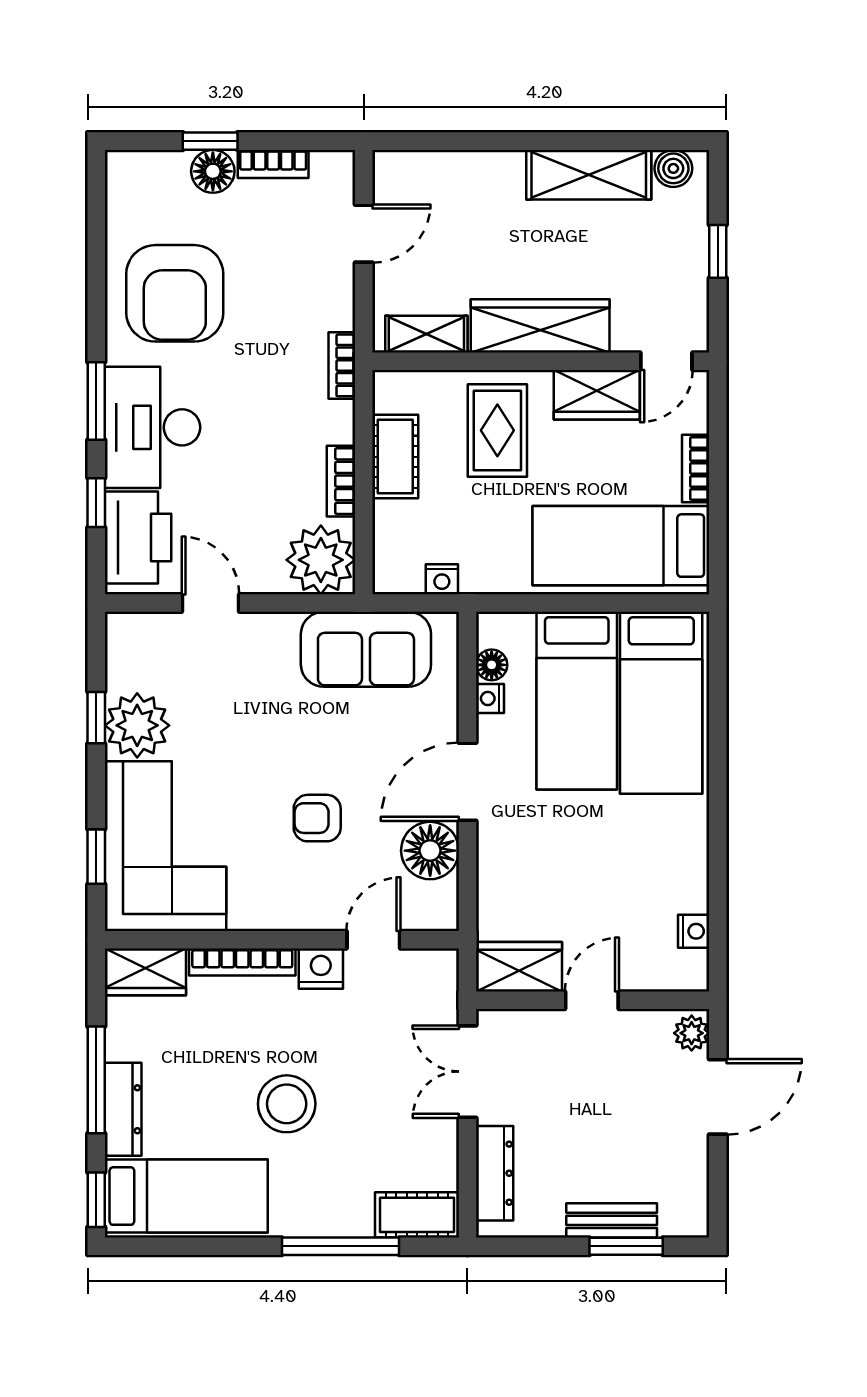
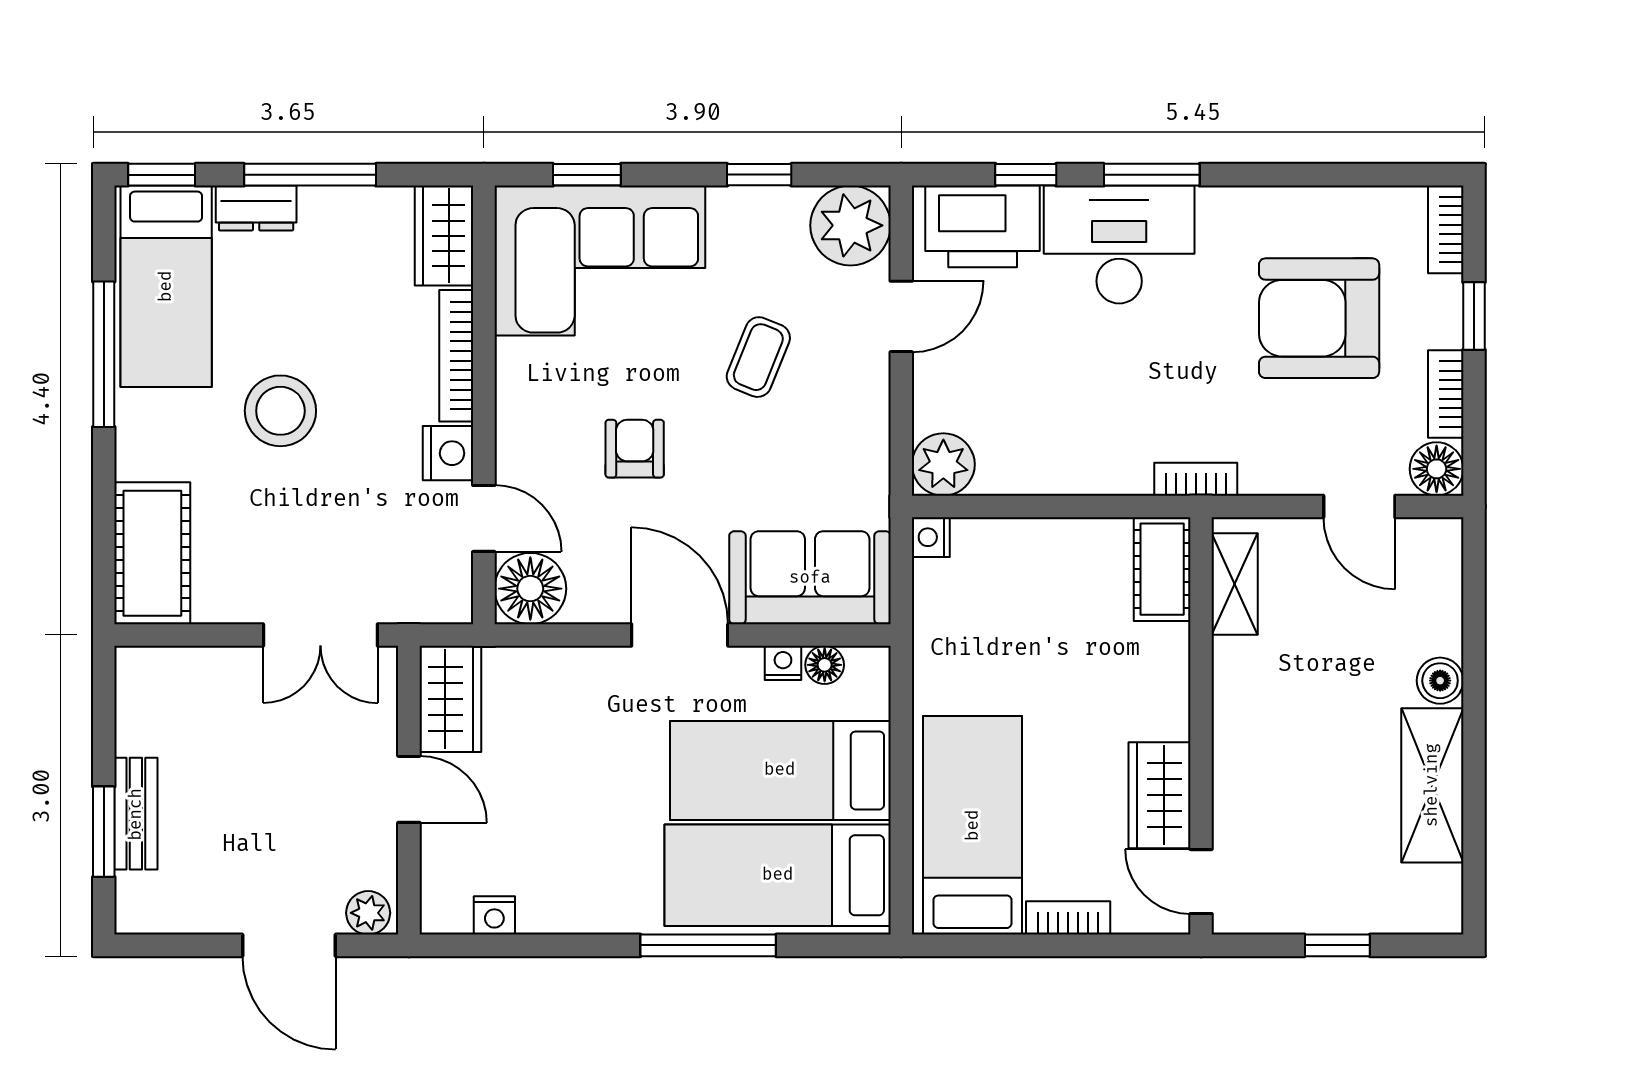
boiler: (673, 168) -> (1440, 681), moved
floor lamp: (213, 171) -> (1437, 469), moved
armchair: (175, 293) -> (1319, 318), moved
wardrobe: (540, 326) -> (1245, 725), removed
rug: (497, 430) -> (1115, 672), removed
cot: (395, 457) -> (1162, 569), moved, turned 90
bookcase: (341, 481) -> (1446, 229), moved, turned -90
plant: (321, 560) -> (943, 464), width x0.73, depth x0.73
nightstand: (442, 579) -> (931, 537), moved
sofa: (366, 649) -> (810, 578), moved, turned 90
coffee table: (243, 718) -> (758, 357), added
plant: (137, 725) -> (850, 225), moved
window: (718, 759) -> (708, 945), added
floor lamp: (430, 851) -> (530, 589), moved
double door: (467, 1072) -> (320, 635), swing flipped
dresser: (123, 1109) -> (256, 208), width x0.70
dresser: (495, 1173) -> (194, 669), removed
cot: (417, 1215) -> (152, 553), width x1.37, depth x1.34
window: (341, 1246) -> (104, 354), moved

